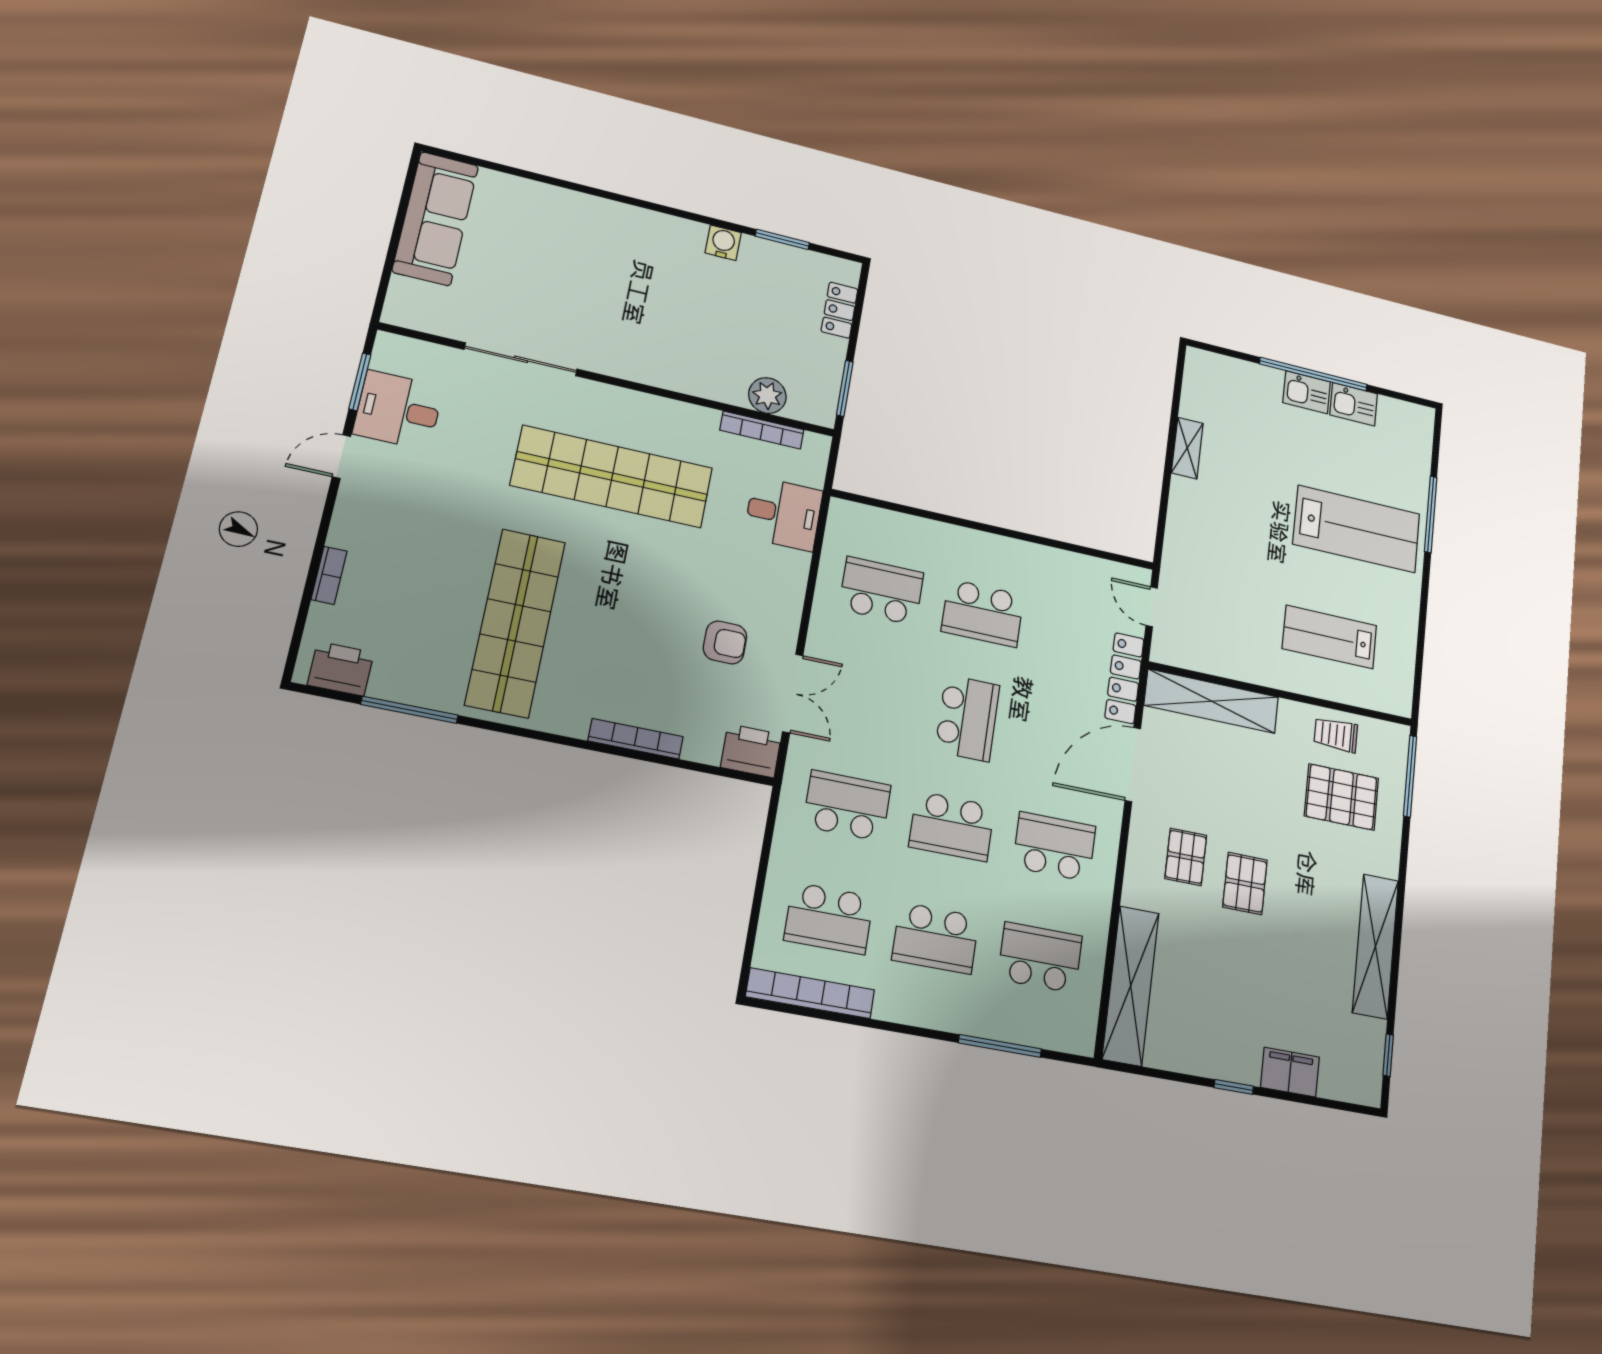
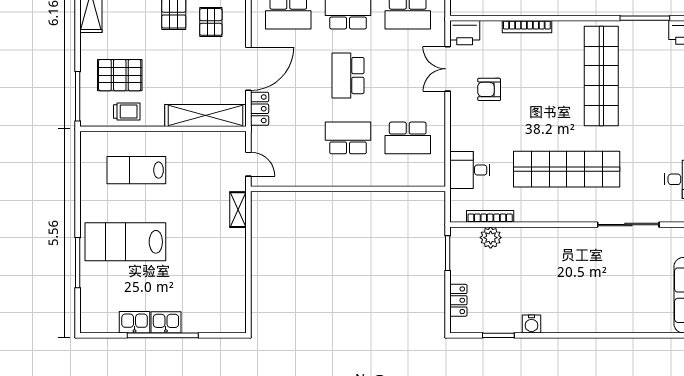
shelving: (1187, 448) -> (238, 210), moved
lab bench: (1330, 637) -> (136, 170), turned 180
locker: (1124, 678) -> (260, 109), width x0.66

